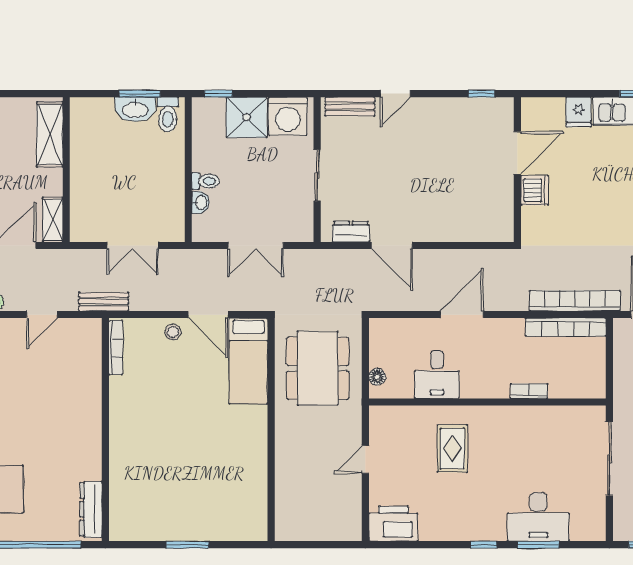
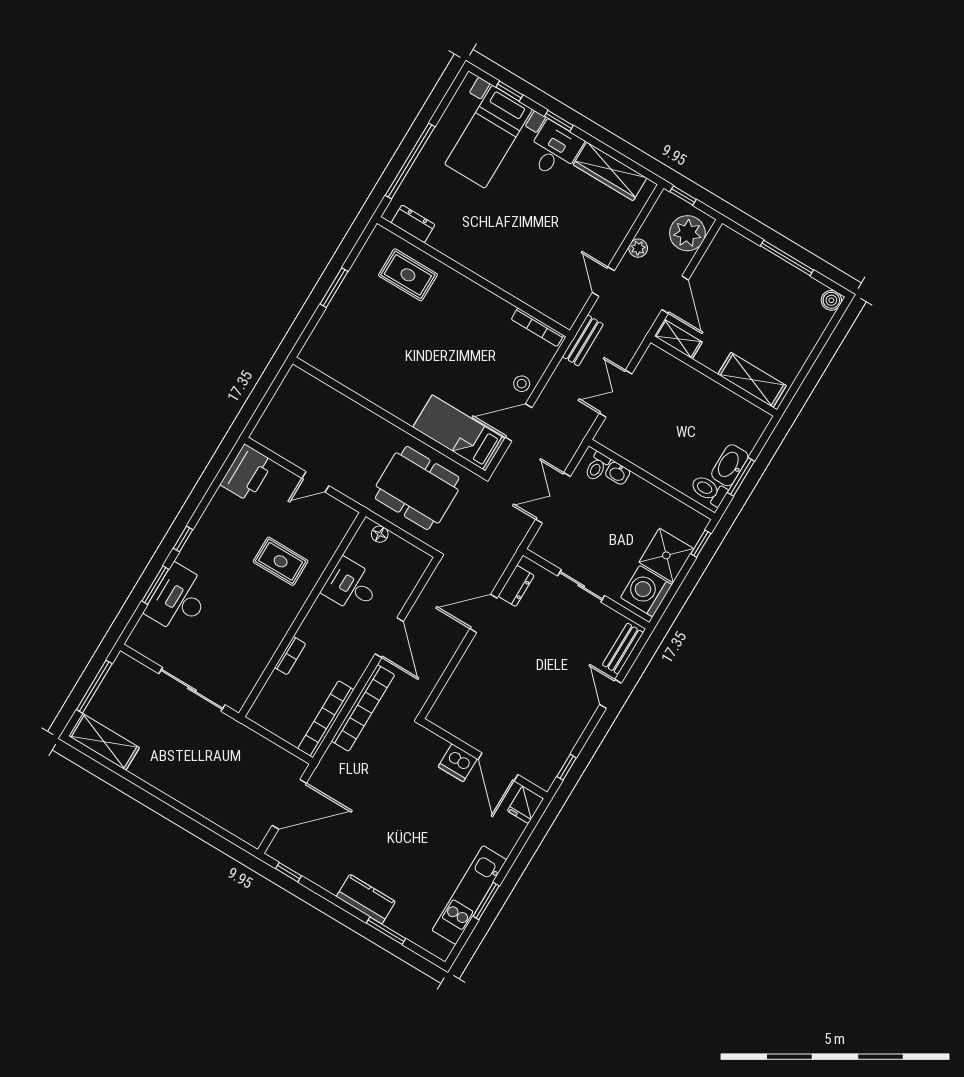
fridge: (579, 112) -> (525, 805), moved, turned -90
toilet: (205, 181) -> (597, 466), moved
bookcase: (575, 301) -> (363, 708), moved
door: (365, 460) -> (315, 482), swing flipped
rug: (138, 487) -> (408, 275), added
dresser: (91, 509) -> (413, 224), width x0.70

